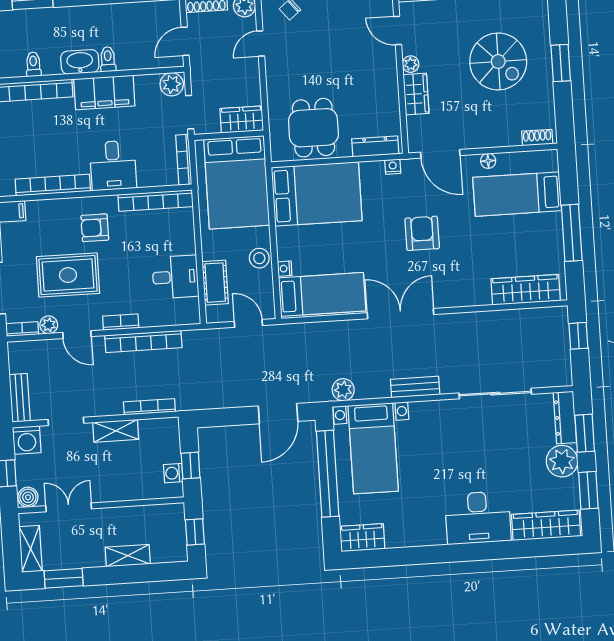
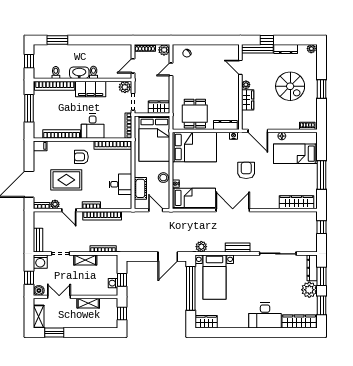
shelving: (128, 556) -> (88, 303), moved

